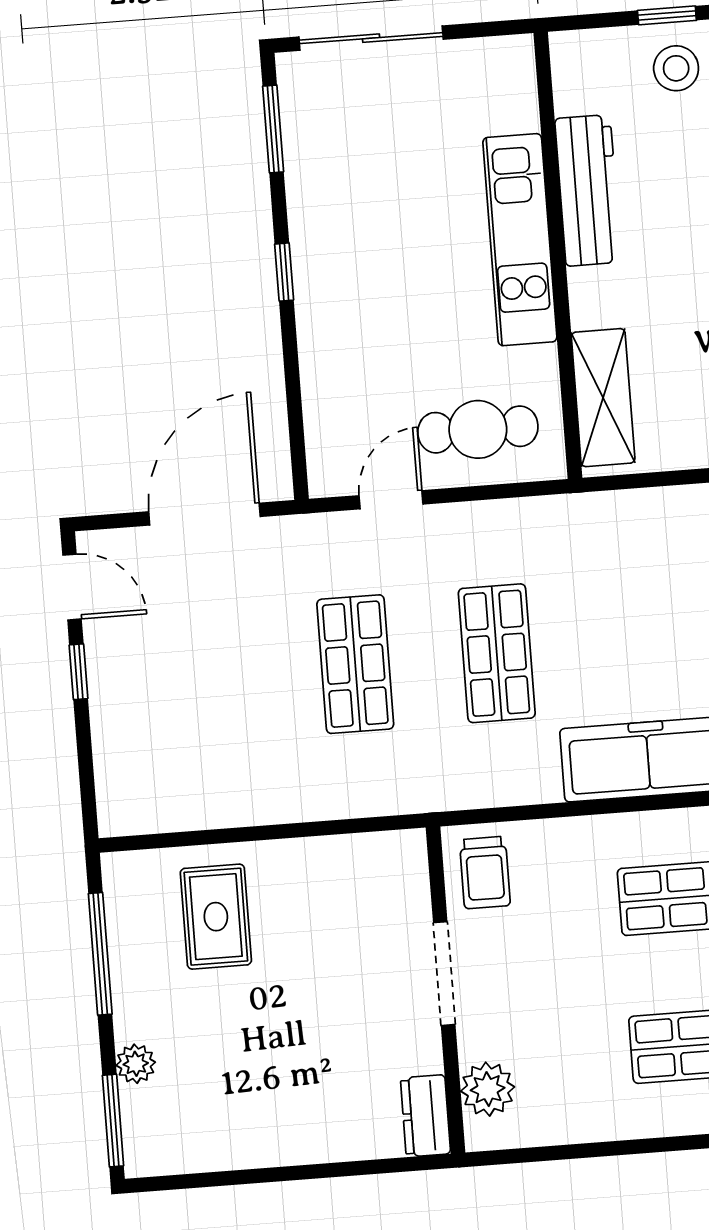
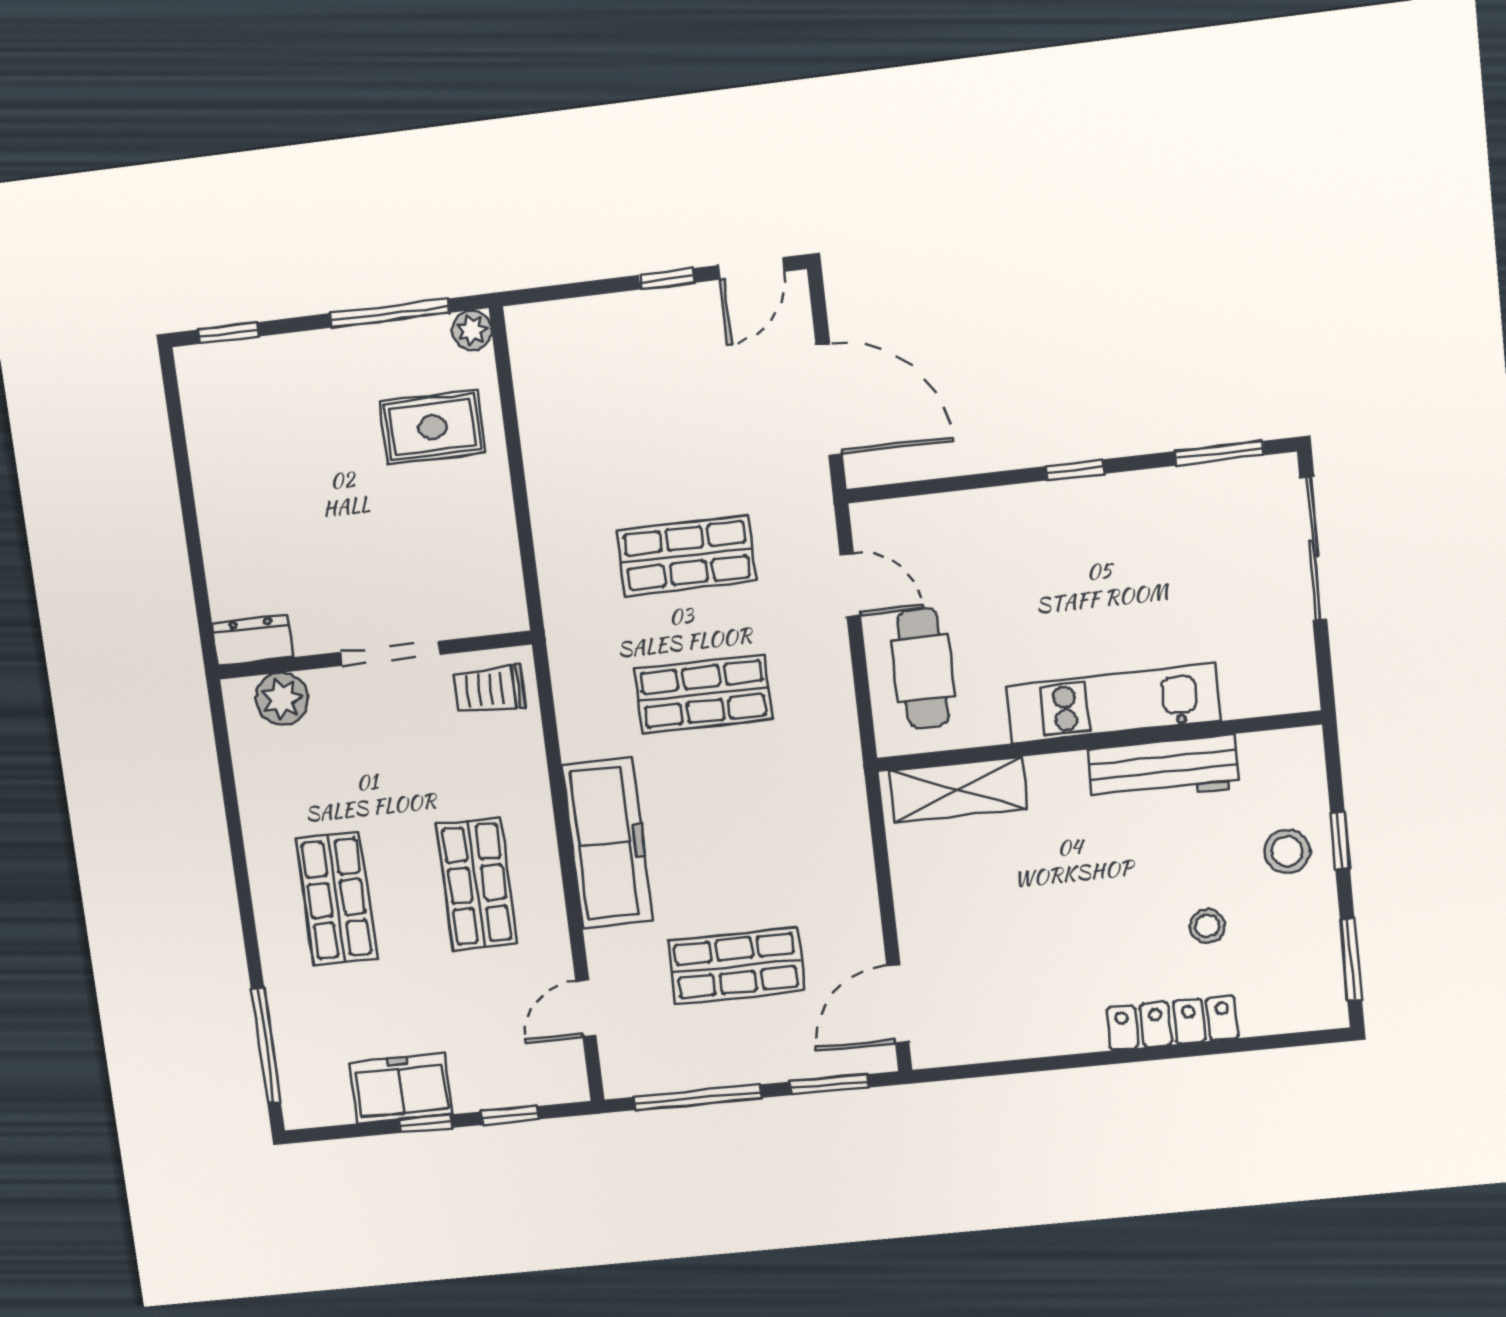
plant: (136, 1064) -> (472, 330), moved
window: (113, 1121) -> (228, 333), width x0.67

